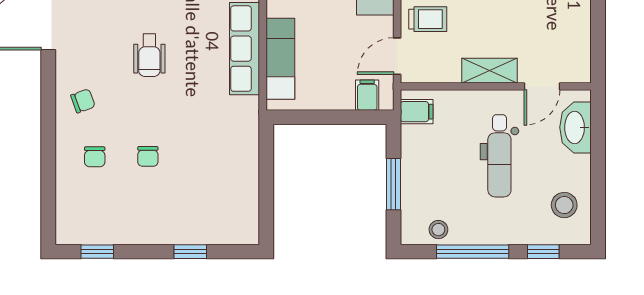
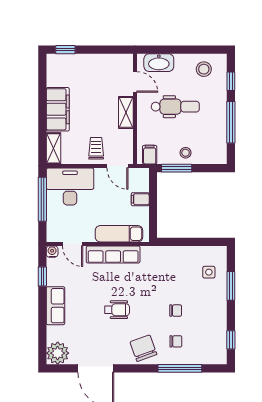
filing cabinet: (367, 95) -> (140, 199), moved
chair: (83, 101) -> (143, 348), width x1.87, depth x1.87
window: (48, 164) -> (180, 368), added
window: (394, 184) -> (177, 168), moved
side table: (214, 214) -> (209, 272), added
stool: (438, 230) -> (186, 153), moved
window: (190, 252) -> (231, 286), width x1.50

